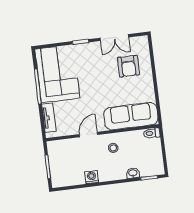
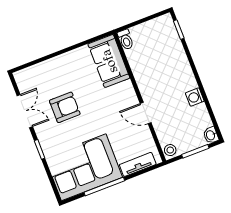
armchair: (128, 66) -> (65, 107), moved
sofa: (131, 116) -> (109, 61), width x0.73
stool: (113, 148) -> (170, 150), moved
washbasin: (133, 173) -> (211, 135), moved

